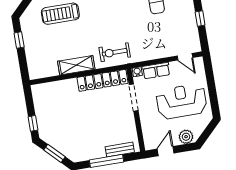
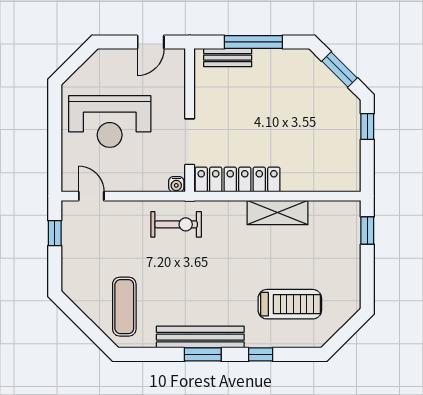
window: (200, 18) -> (55, 233), moved
window: (19, 40) -> (367, 231), moved
exercise bike: (115, 52) -> (176, 224), moved
row of seats: (156, 71) -> (144, 181), removed
plant: (186, 137) -> (112, 60), removed

